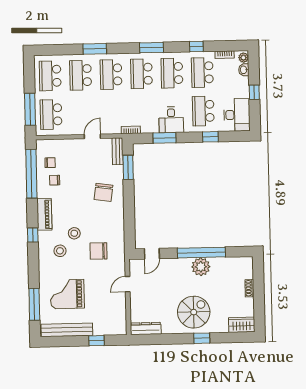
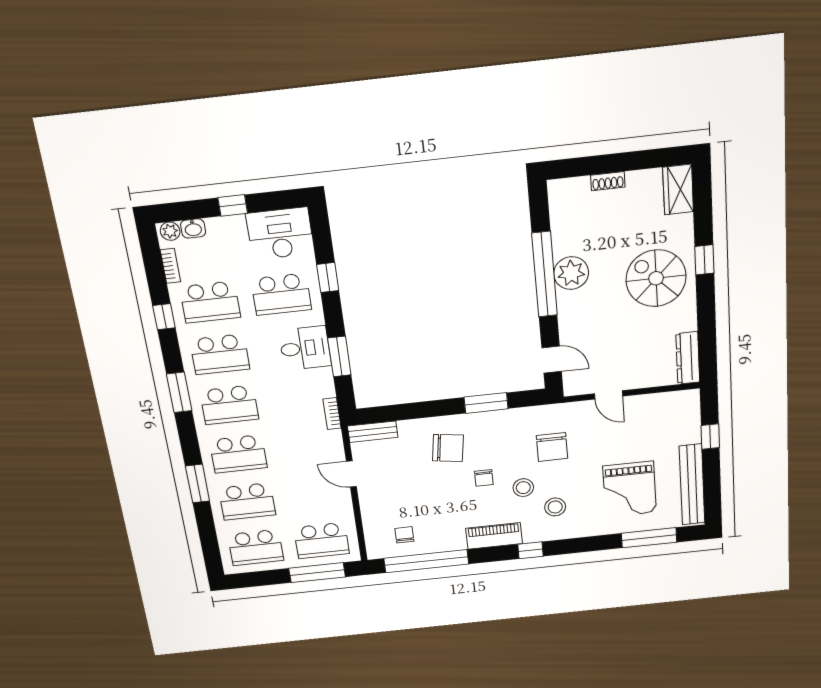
window: (128, 167) -> (486, 403), moved
chair: (55, 180) -> (484, 478), moved

